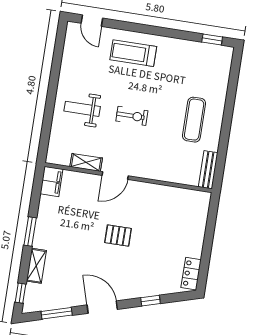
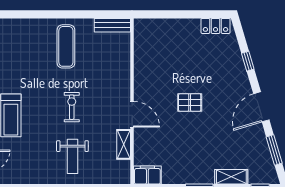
exercise mat: (194, 120) -> (66, 46), turned 90
pallet: (118, 236) -> (190, 102), turned 90

